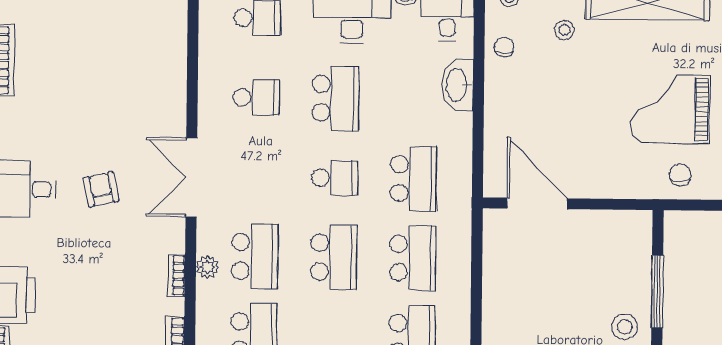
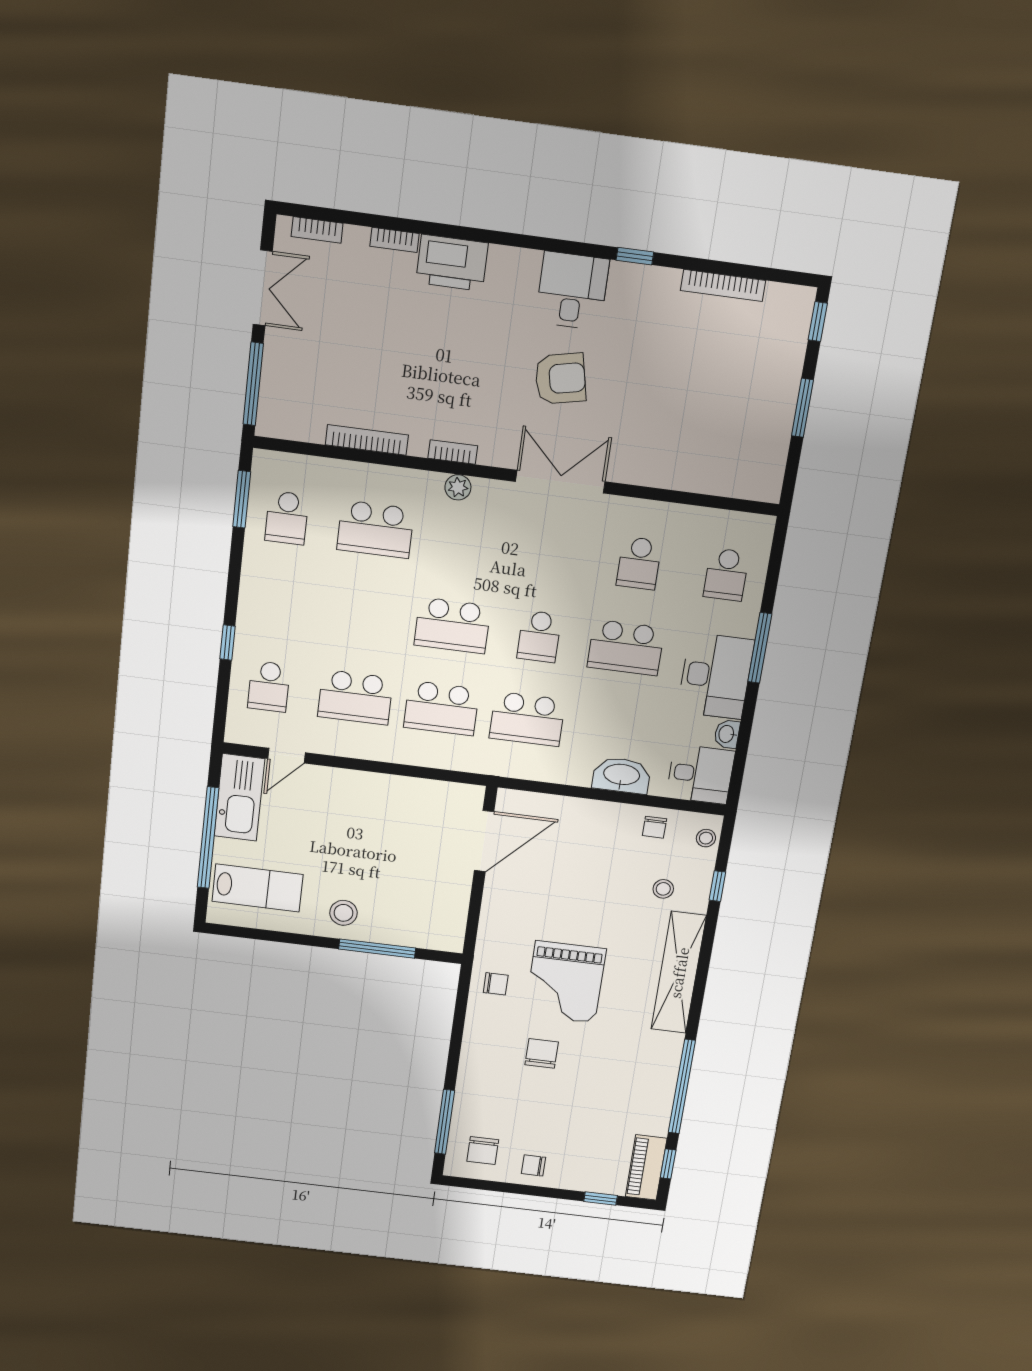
chair: (504, 47) -> (654, 827), turned 90
grand piano: (670, 109) -> (565, 982), turned 180
armchair: (101, 189) -> (560, 379), width x1.38, depth x1.38
school desk: (255, 256) -> (464, 541), removed

